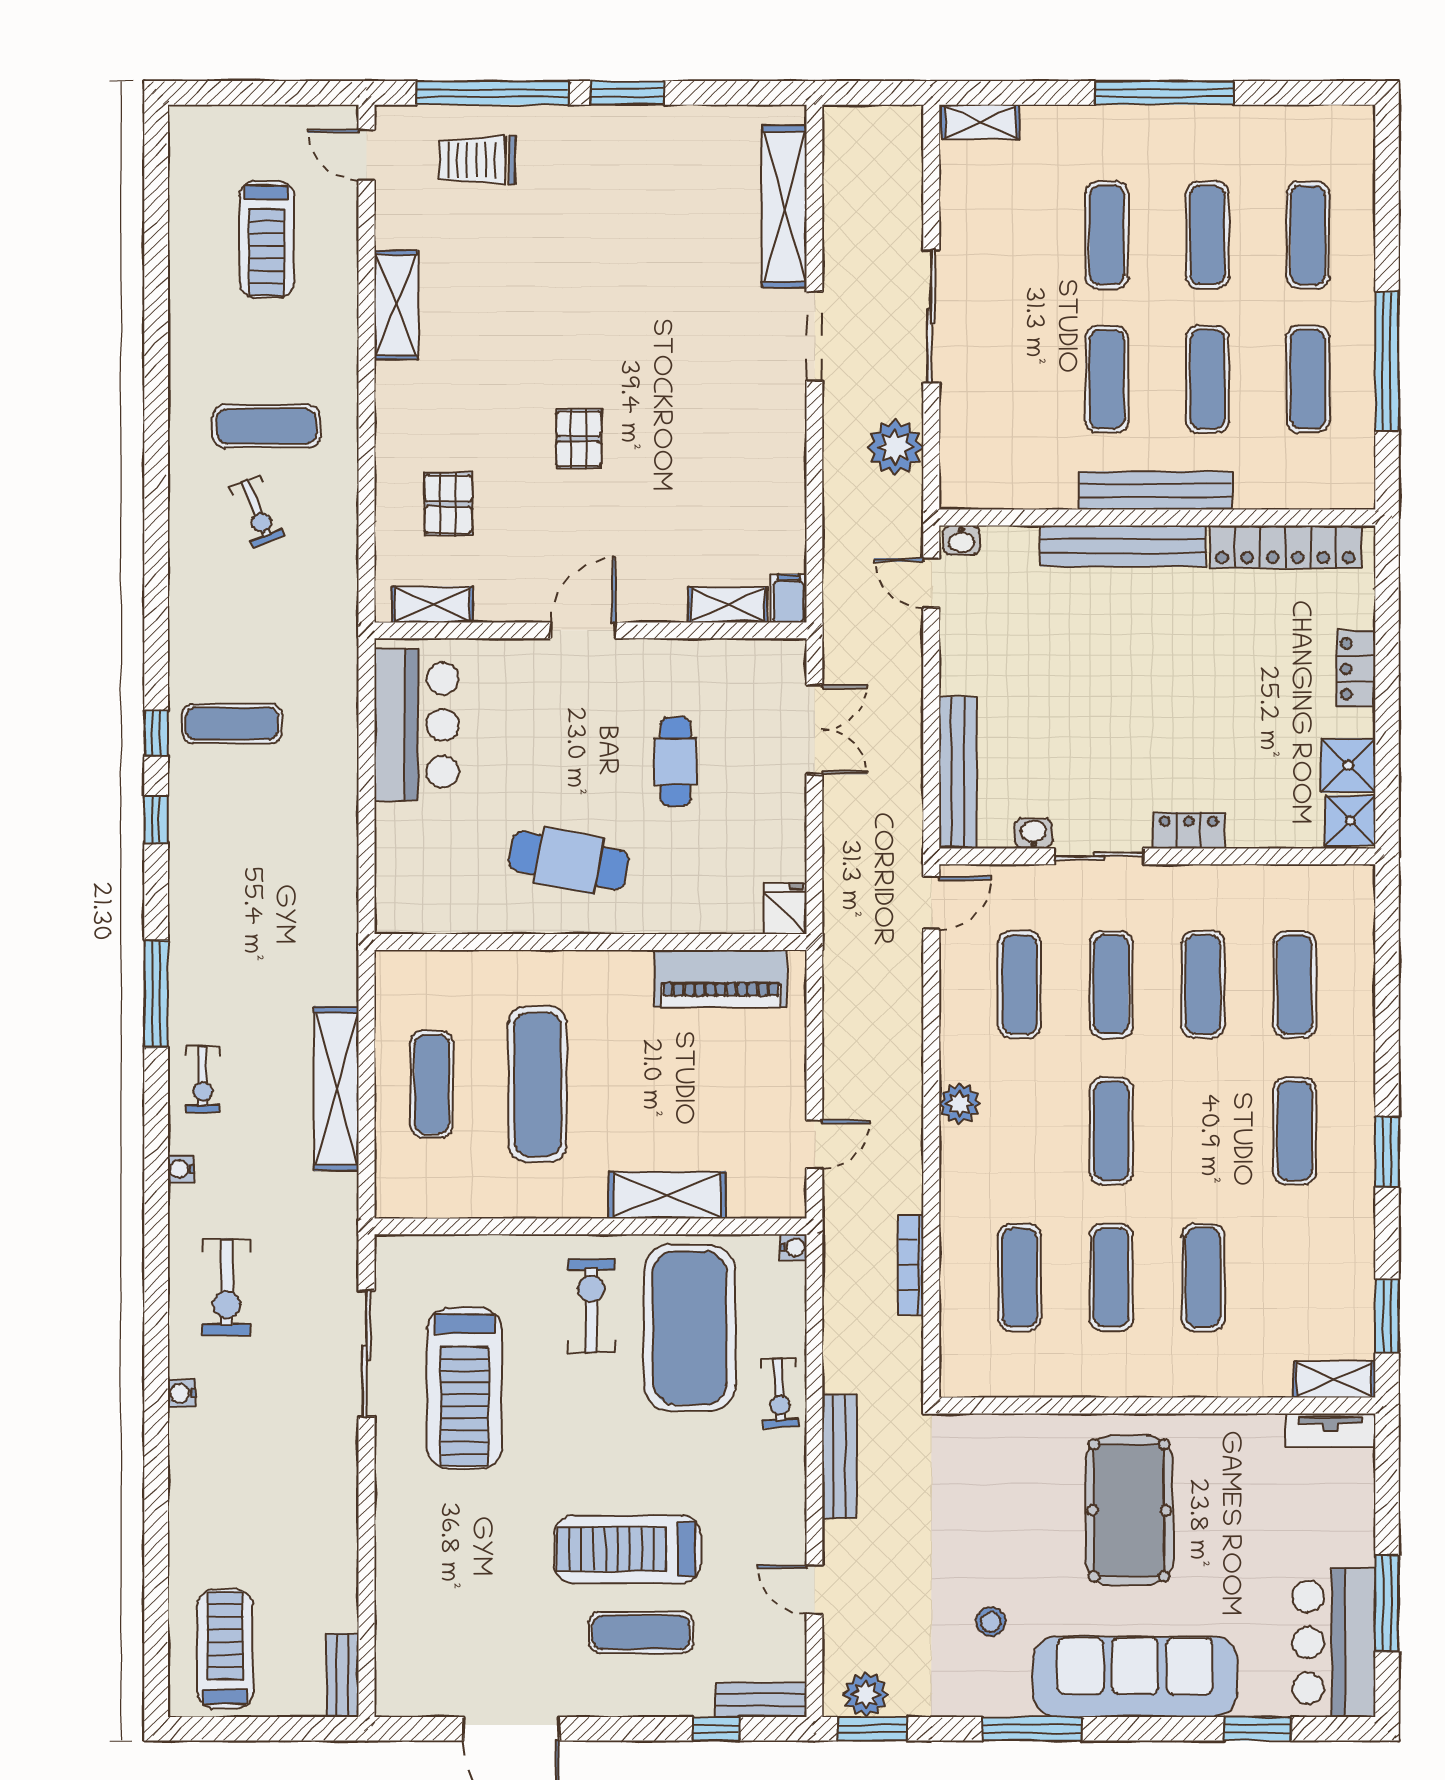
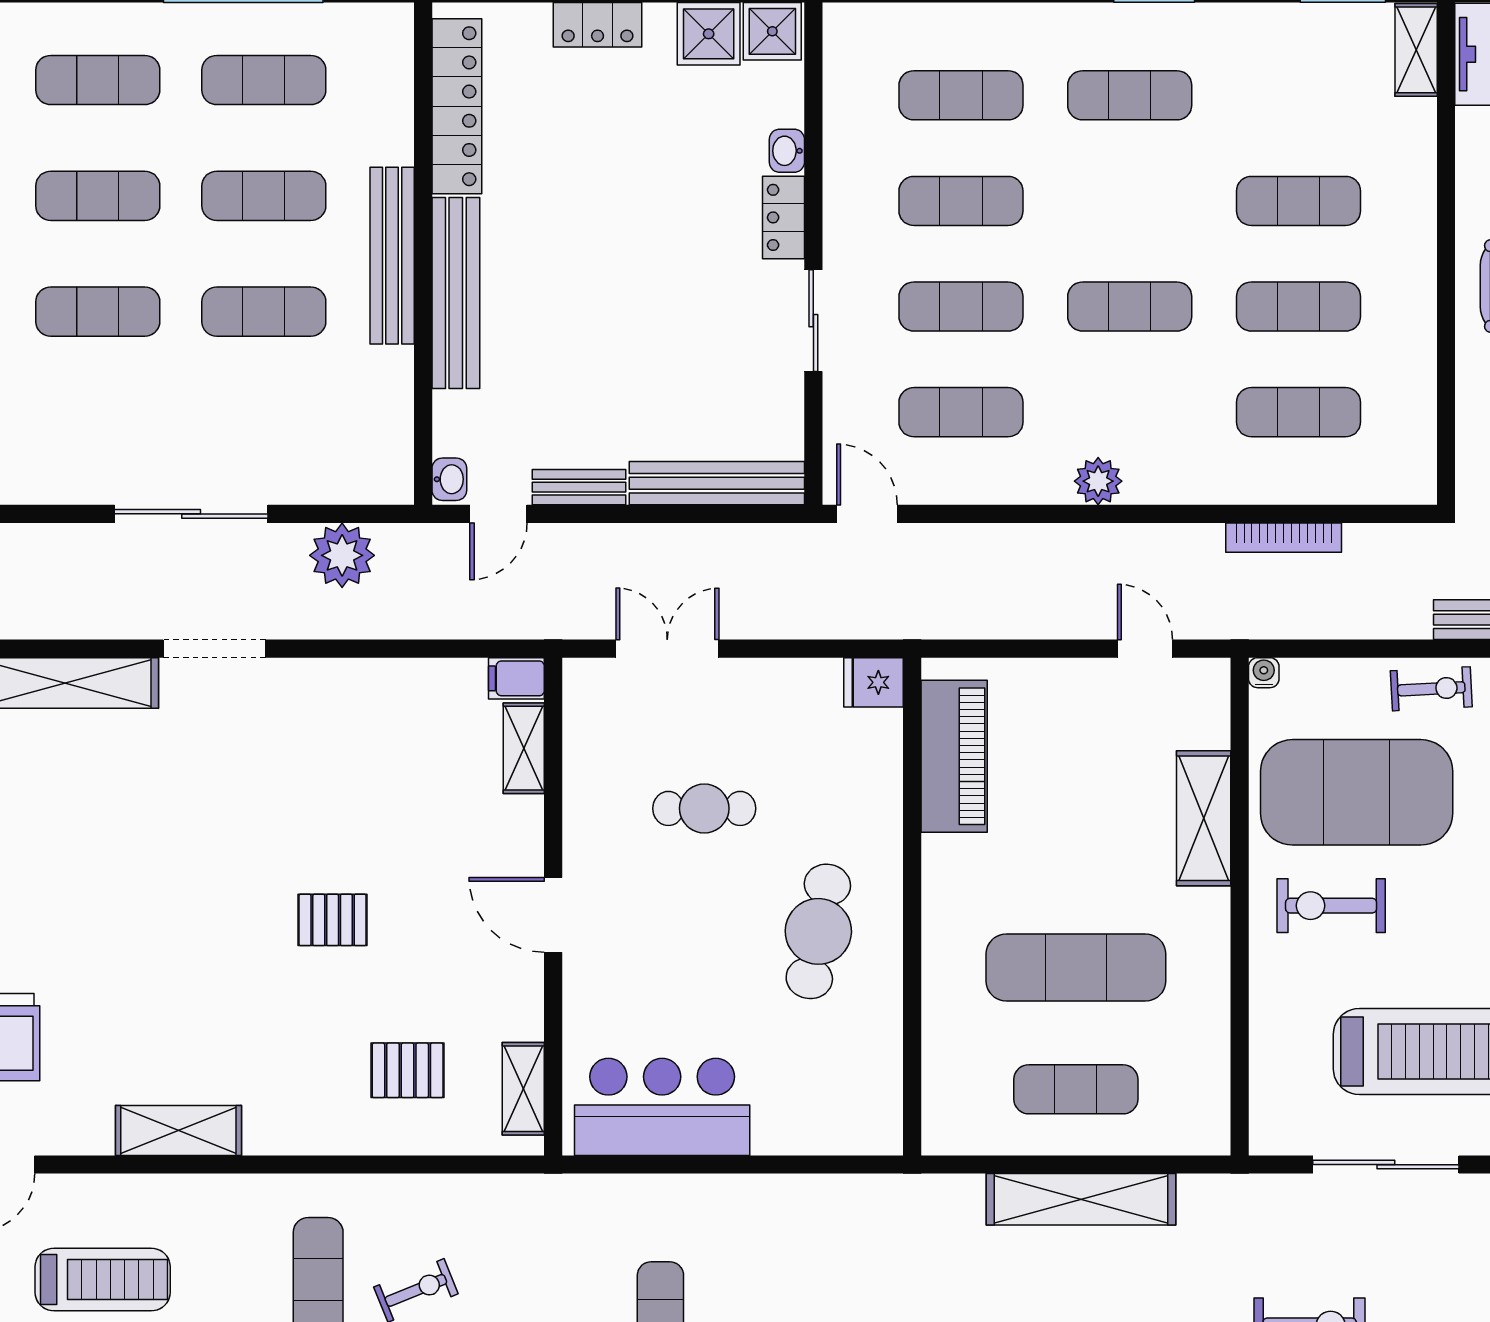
bench: (955, 653) -> (579, 487), added
washbasin: (1034, 833) -> (787, 151), moved

